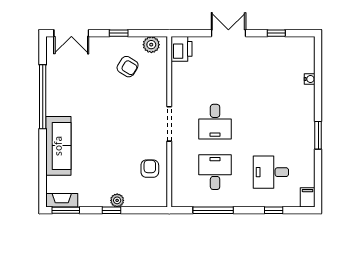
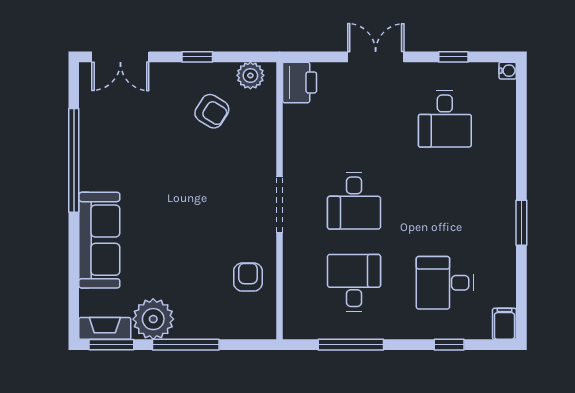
desk: (271, 71) -> (445, 119), added
water cooler: (310, 79) -> (508, 71), moved
plant: (117, 200) -> (153, 319), moved, width x1.88, depth x1.88
window: (112, 210) -> (186, 345), width x2.17

